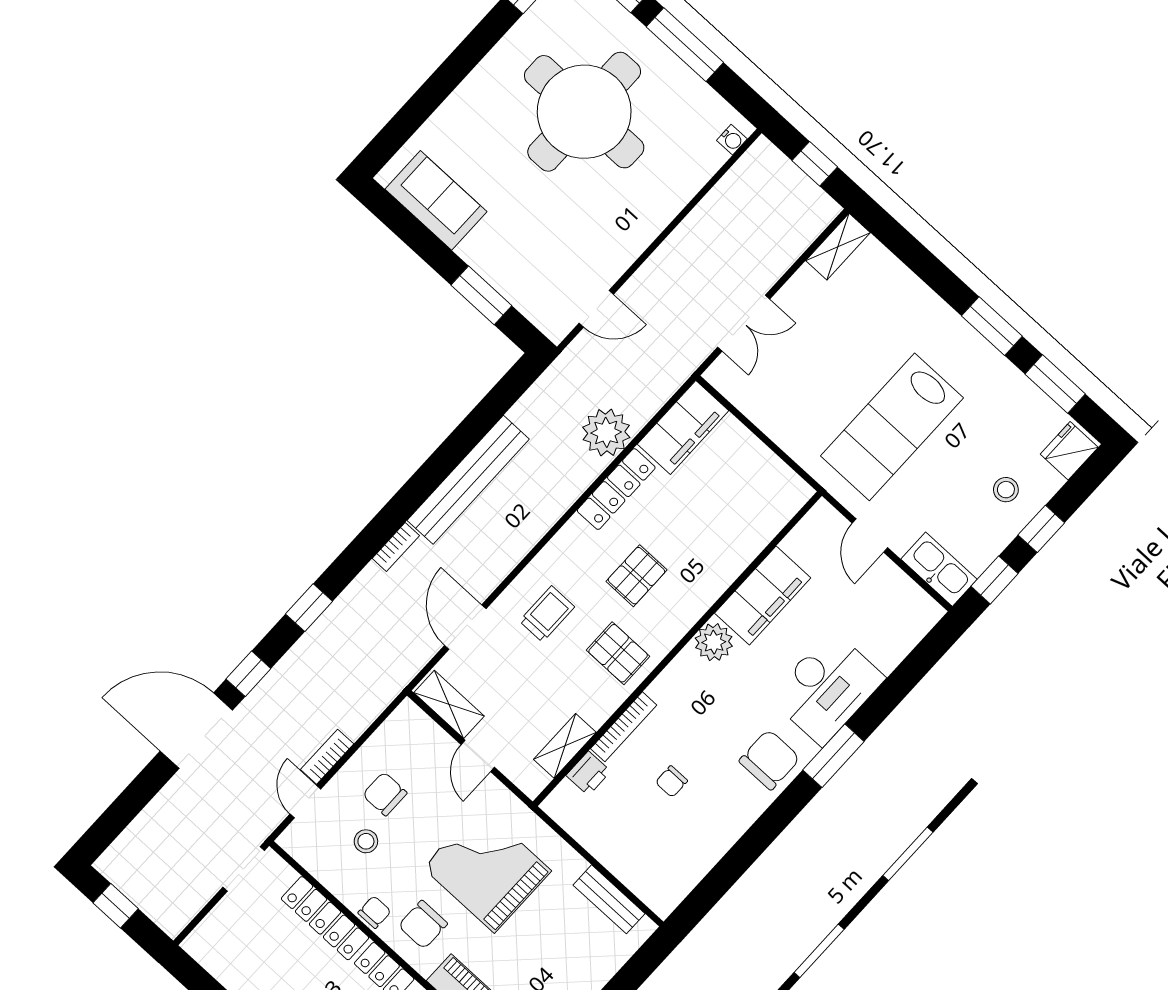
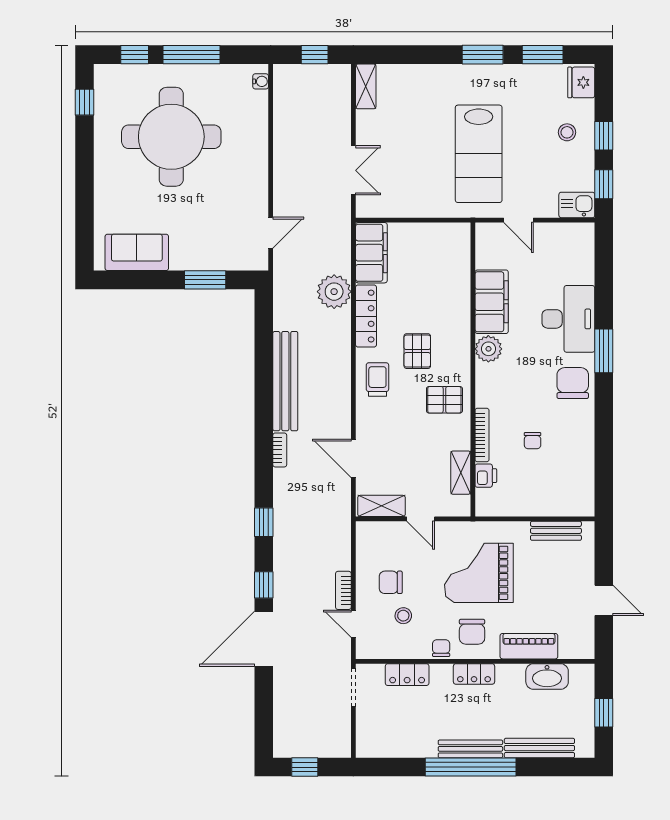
kitchen sink: (939, 569) -> (577, 205), width x0.73
trolley: (547, 614) -> (377, 379), moved
locker: (325, 918) -> (407, 675), width x0.66

